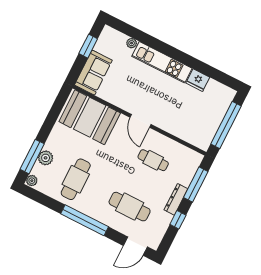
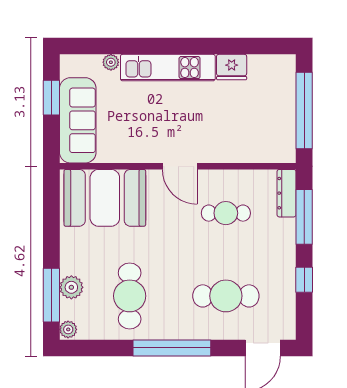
sofa: (93, 73) -> (78, 120), width x1.36
dresser: (176, 199) -> (287, 193), moved

